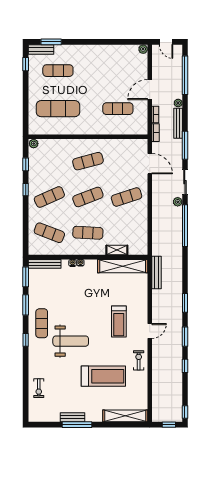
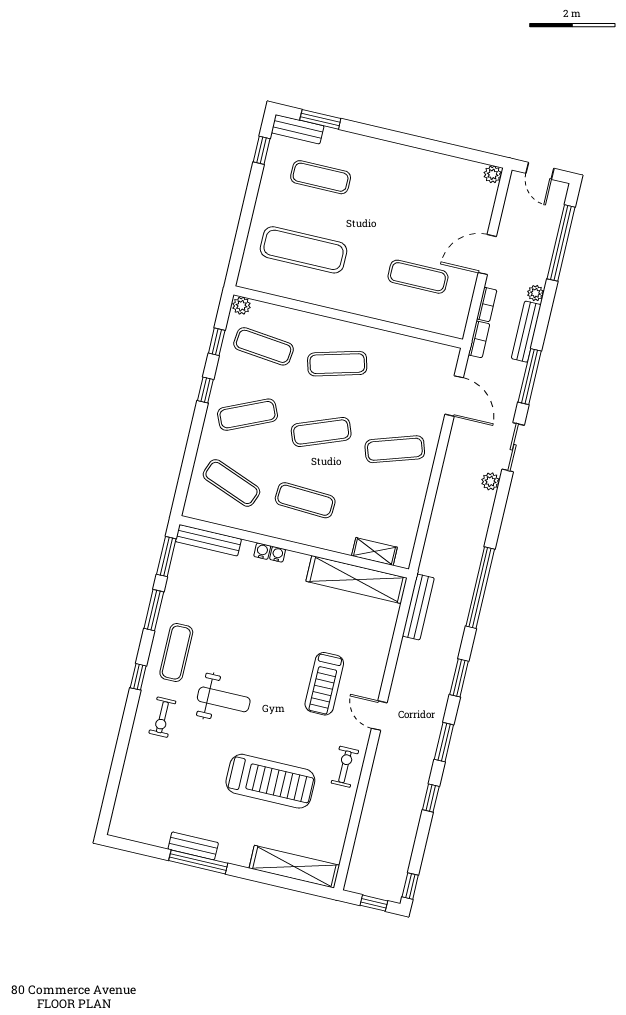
exercise mat: (49, 161) -> (264, 346), added
window: (185, 226) -> (480, 588), moved
shelving: (117, 250) -> (374, 552), moved
door: (150, 331) -> (379, 716), swing flipped
weight bench: (71, 341) -> (224, 699), width x0.73, depth x0.75
exercise bike: (39, 388) -> (162, 717), moved

